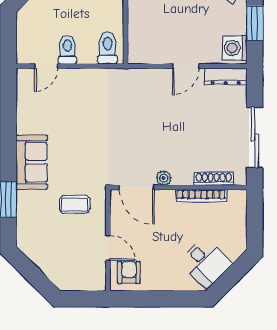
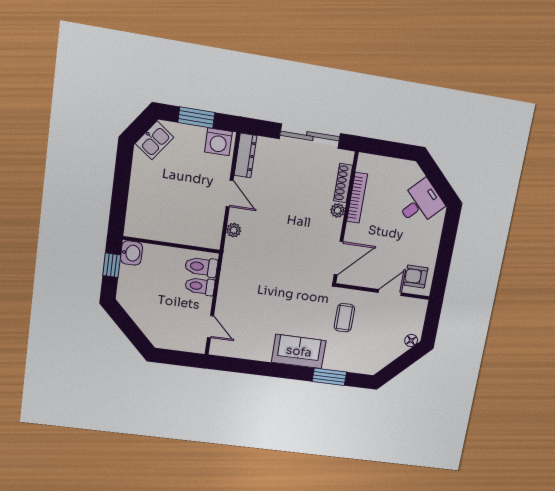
toilet: (67, 50) -> (200, 286), moved
plant: (150, 75) -> (234, 230), added
plant: (164, 178) -> (338, 210), moved
floor lamp: (60, 281) -> (411, 340), added

